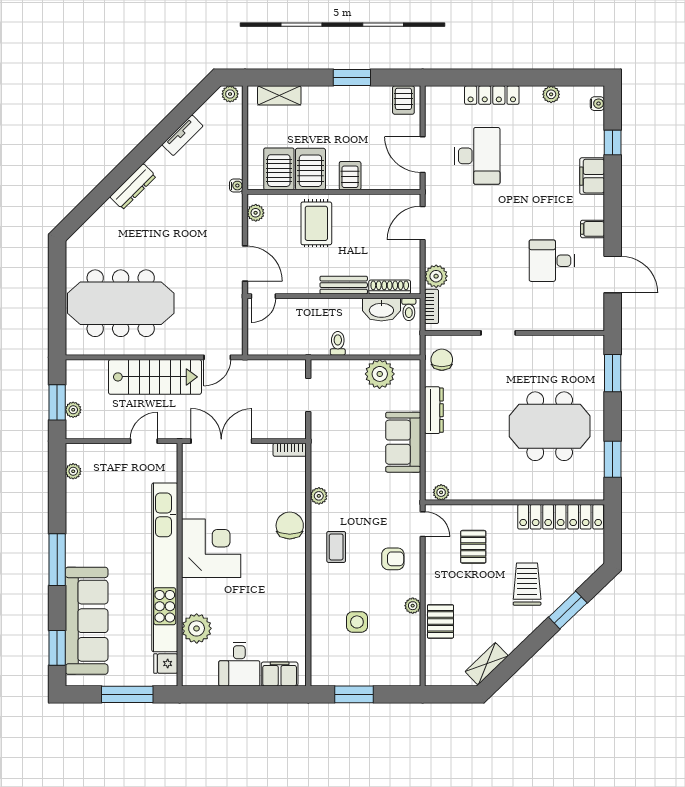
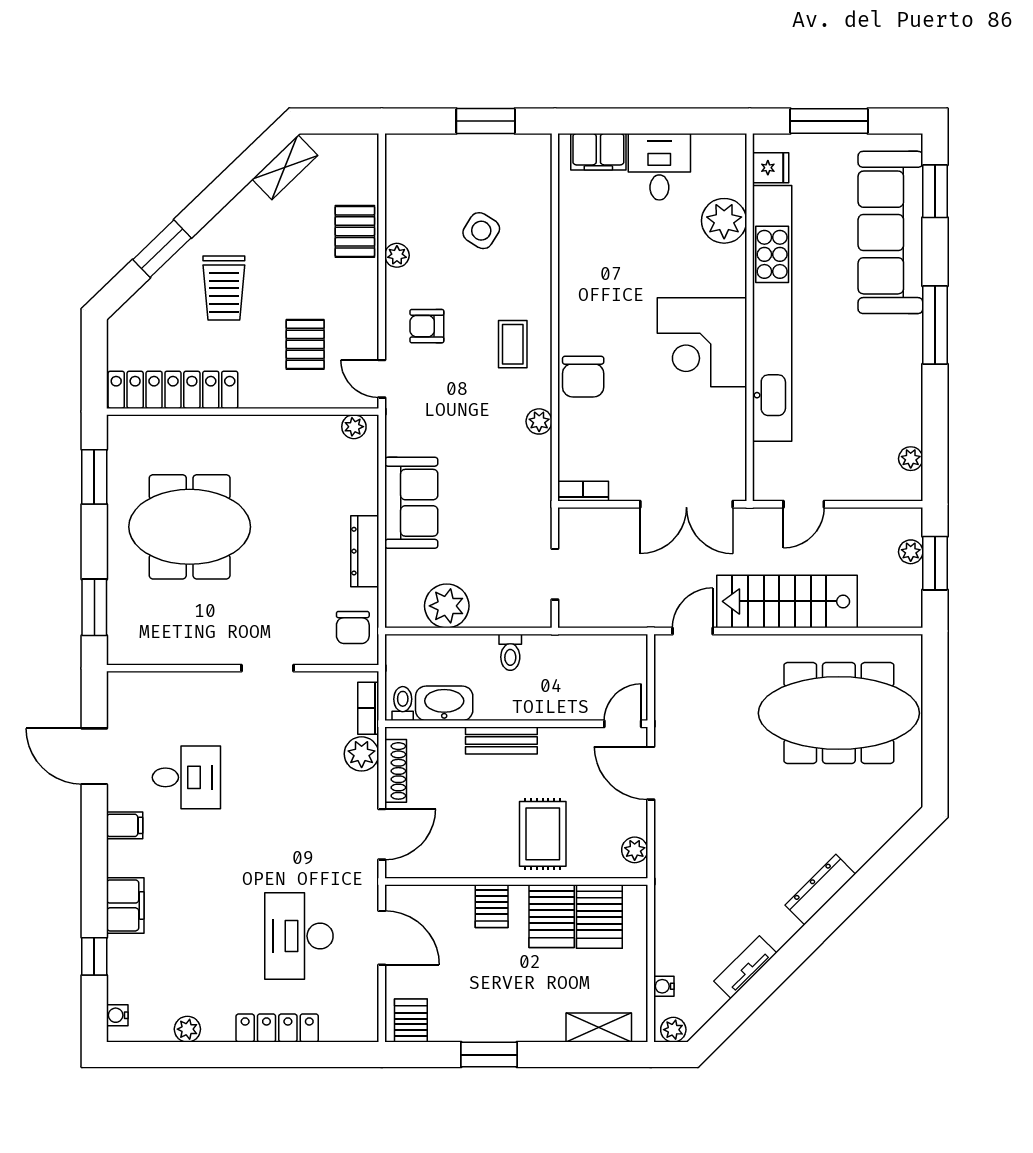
water cooler: (236, 186) -> (664, 986), moved
shoe rack: (390, 287) -> (396, 771), moved, turned -90
side table: (357, 622) -> (481, 231), turned 32

